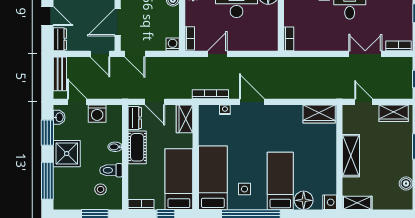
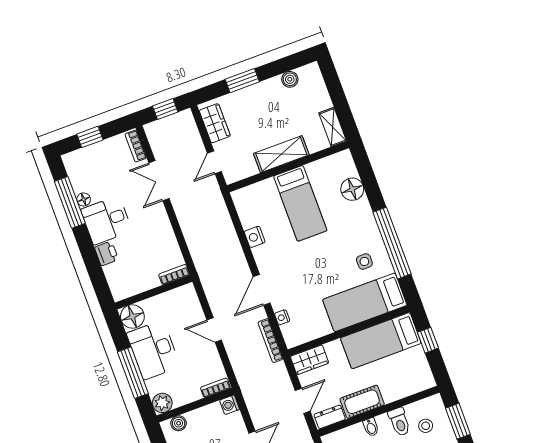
door: (217, 54) -> (214, 330), moved
wardrobe: (319, 114) -> (247, 208), removed
bed: (280, 181) -> (300, 203), moved, turned -90
nightstand: (330, 202) -> (255, 237), moved, turned -90
bookcase: (141, 204) -> (426, 373), removed

